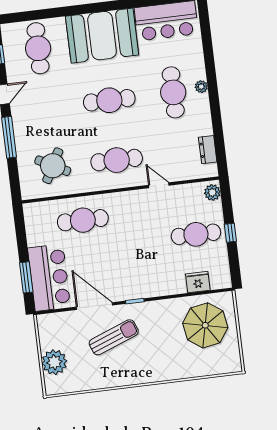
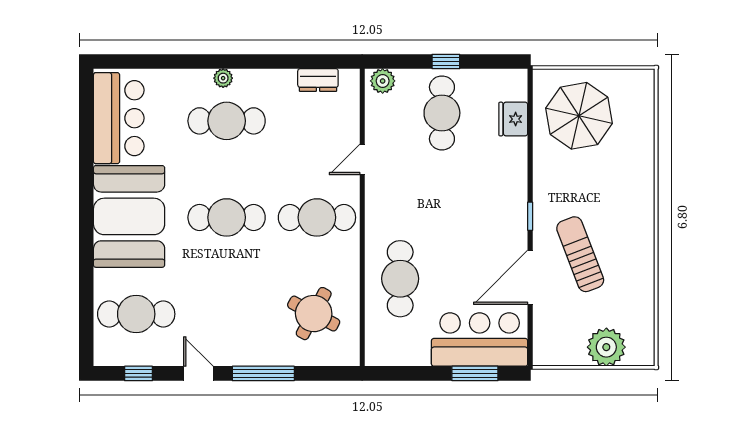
cafe table: (109, 100) -> (227, 217), turned 90
cafe table: (117, 160) -> (317, 217), turned 90

